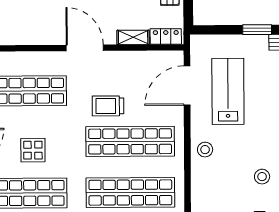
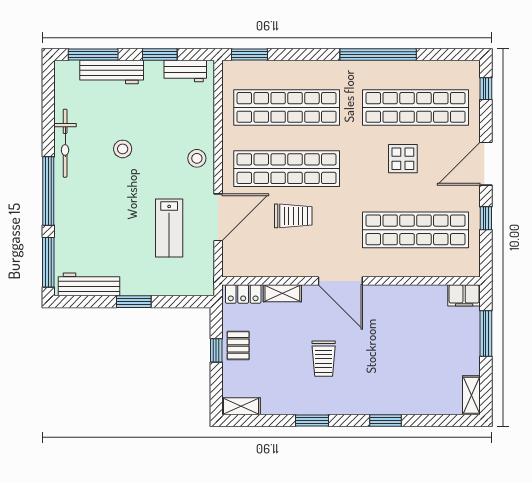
door: (187, 86) -> (218, 217), moved
lab bench: (228, 91) -> (169, 228), width x0.73, depth x0.72
trolley: (108, 106) -> (293, 216), moved
stool: (262, 177) -> (123, 149), moved

